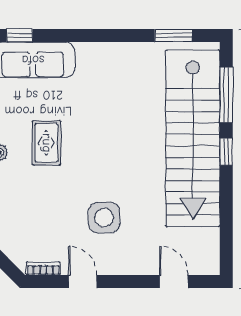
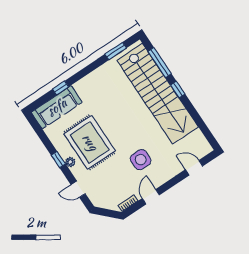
window: (20, 35) -> (61, 88), moved
rug: (47, 143) -> (90, 142), width x1.86, depth x2.06
door: (83, 282) -> (151, 197), hinge flipped

